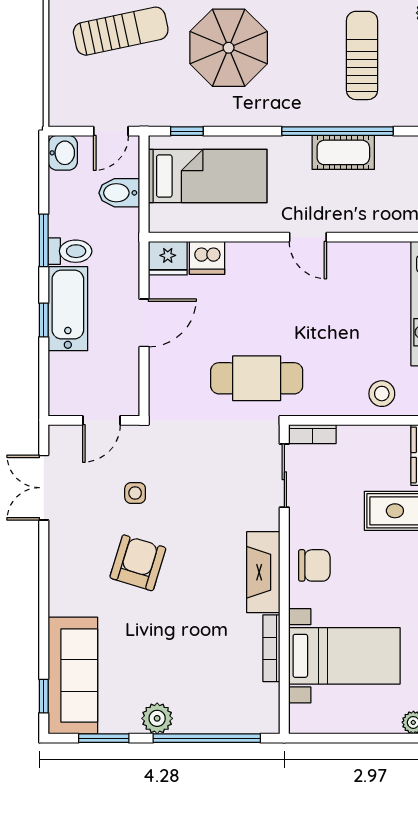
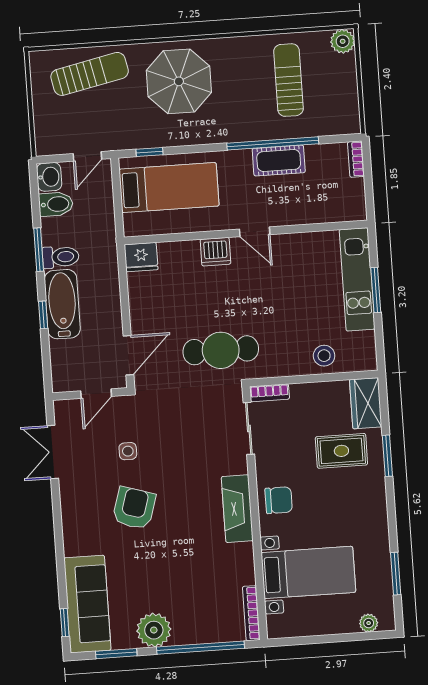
bidet: (119, 193) -> (56, 204), moved, turned 180
dishwasher: (207, 258) -> (215, 252), moved
door: (144, 323) -> (128, 355), moved
bookcase: (271, 648) -> (251, 613), moved
plant: (157, 718) -> (154, 630), width x1.36, depth x1.36

